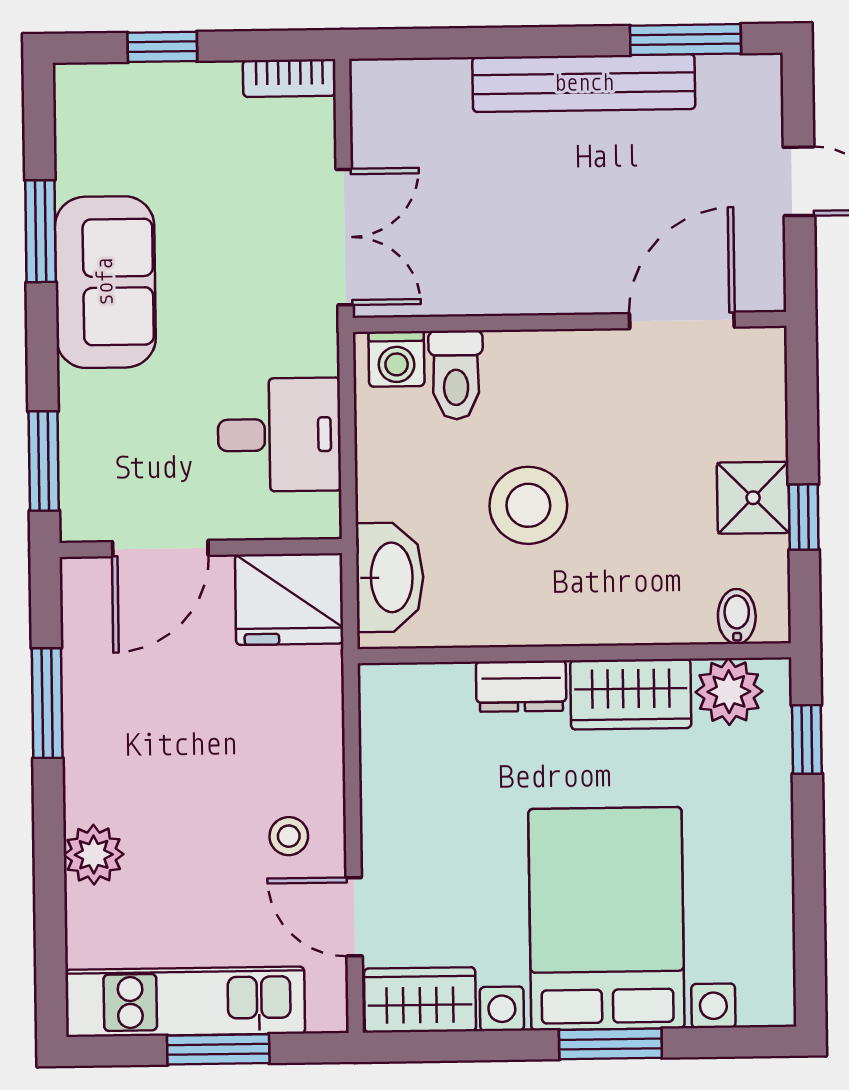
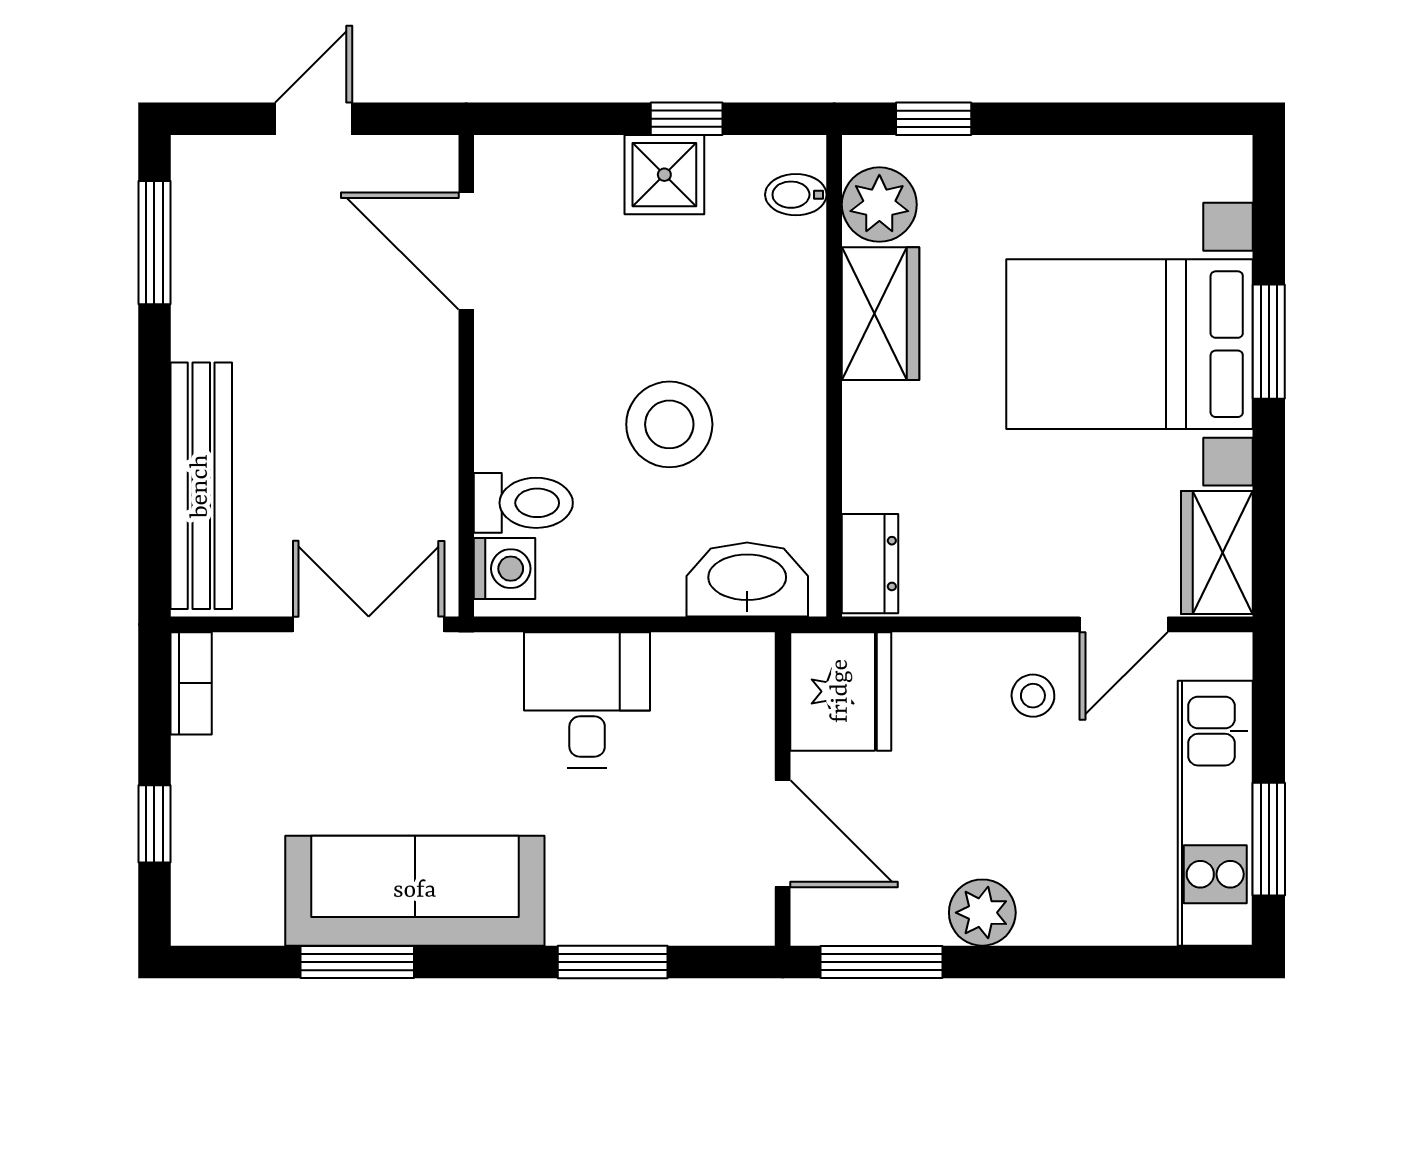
bench: (584, 83) -> (201, 486), moved
sofa: (105, 282) -> (415, 891), width x1.36
wall: (201, 548) -> (783, 789), moved
door: (160, 549) -> (783, 834), moved
fridge: (289, 599) -> (841, 691), moved
dresser: (521, 686) -> (870, 564), moved
plant: (94, 855) -> (982, 913), moved
window: (218, 1049) -> (1269, 839), moved

